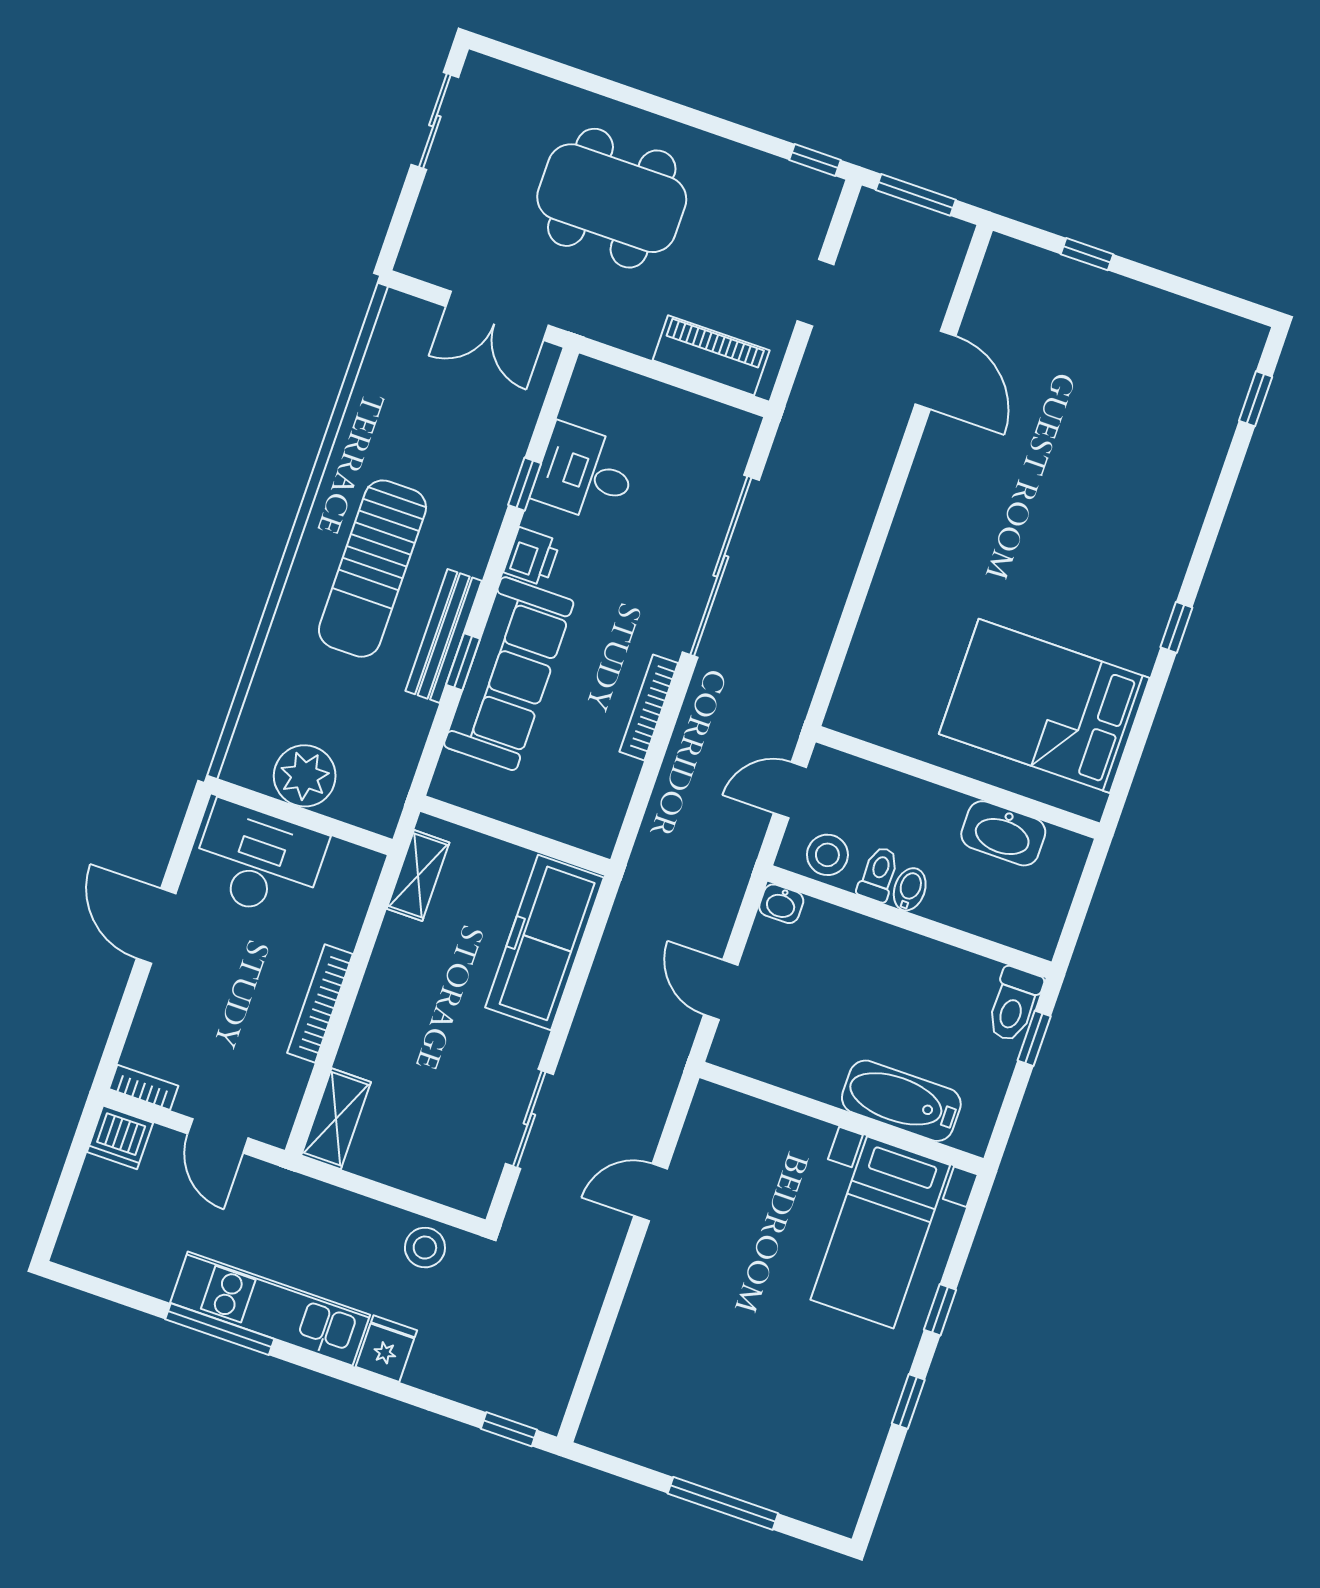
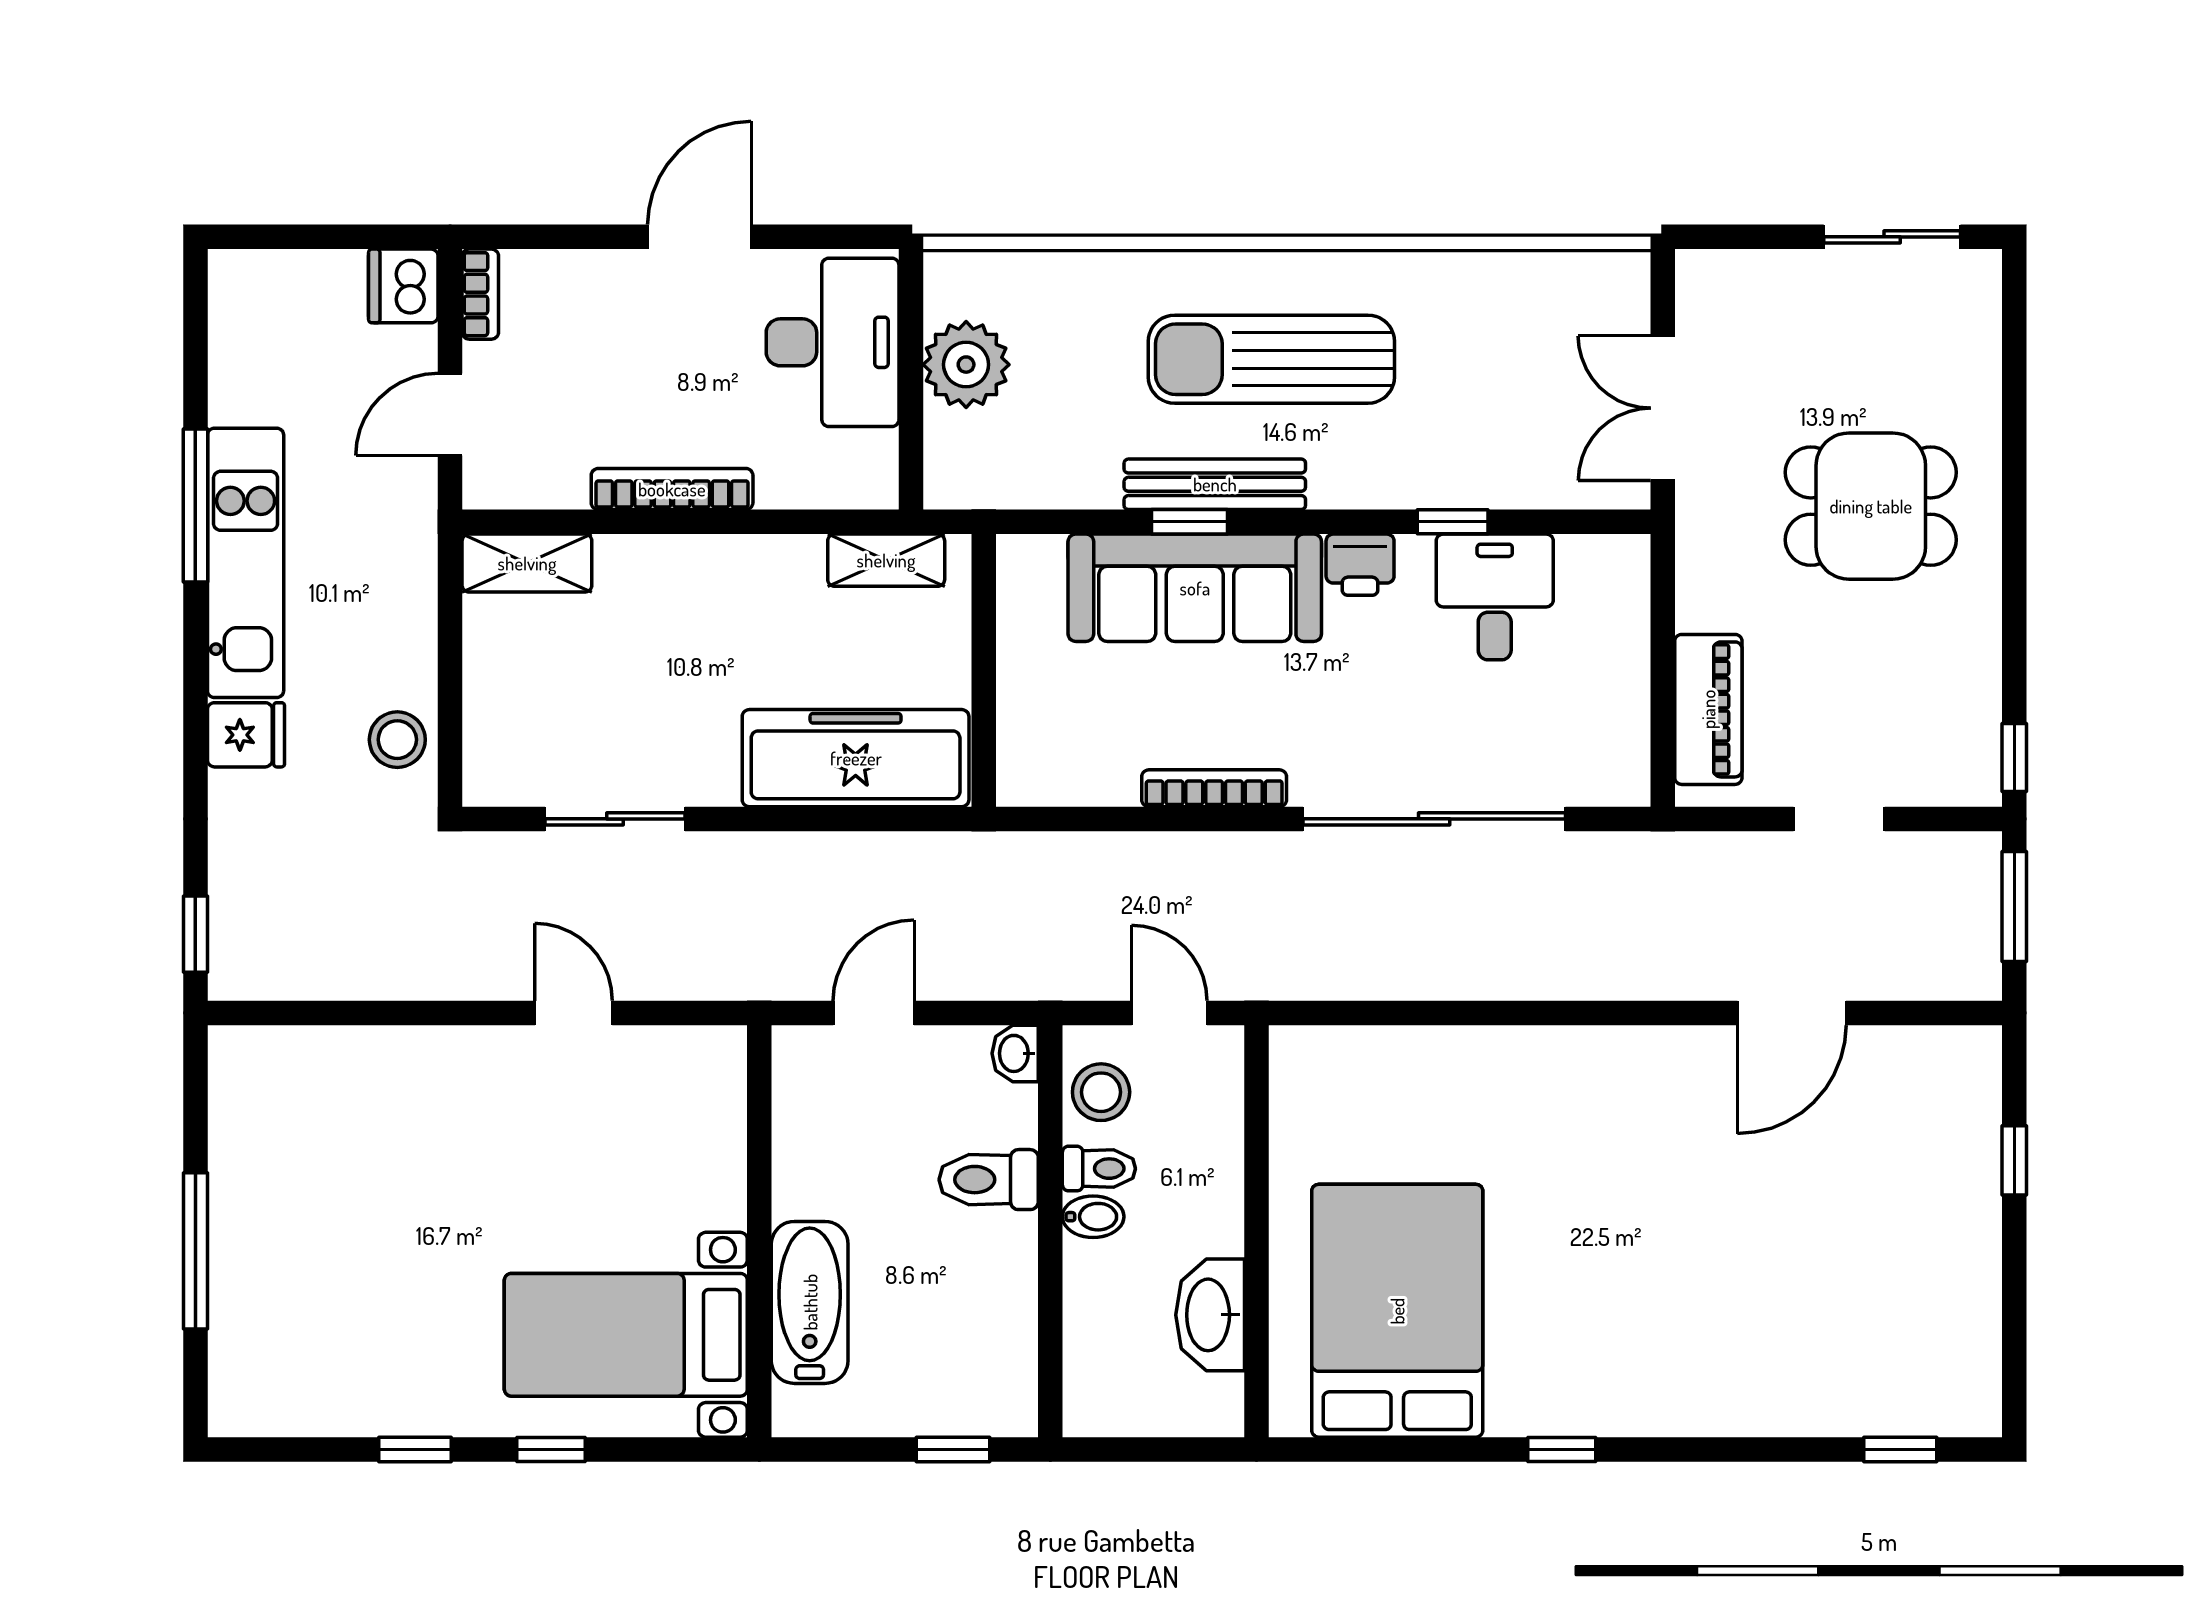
dining table: (612, 198) -> (1871, 506), width x0.73
toilet: (1014, 1004) -> (989, 1180), moved

